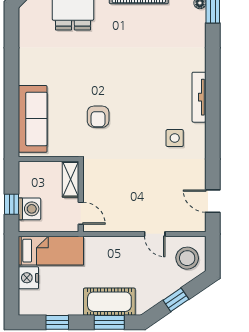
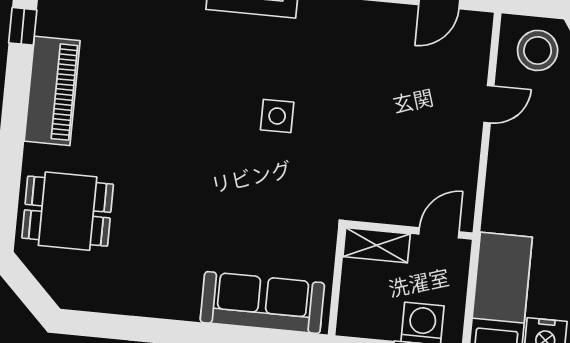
armchair: (98, 117) -> (269, 185), removed
side table: (175, 138) -> (277, 116), moved

